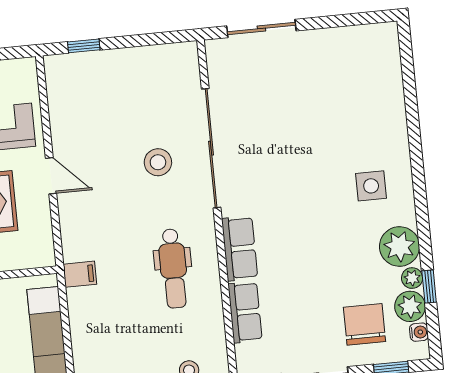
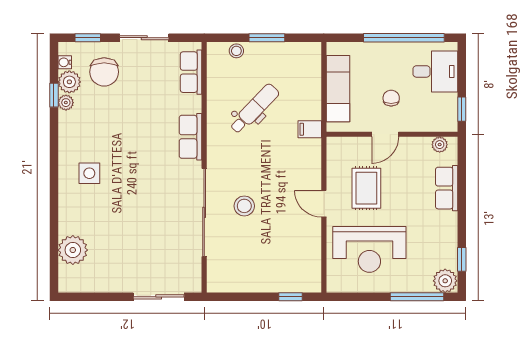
plant: (400, 246) -> (73, 250), moved
dental chair: (173, 268) -> (254, 109), moved, turned 44
row of seats: (245, 312) -> (191, 72), moved

